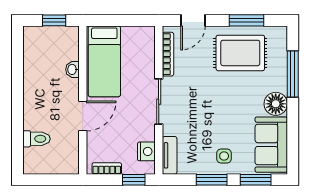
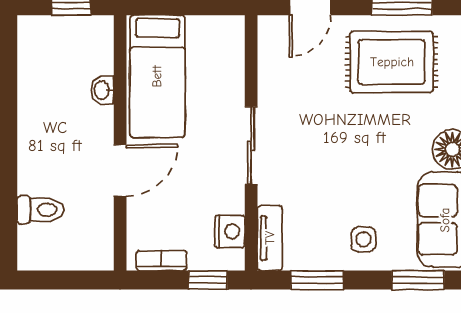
bookcase: (168, 54) -> (267, 64), removed
window: (212, 180) -> (317, 280), moved

